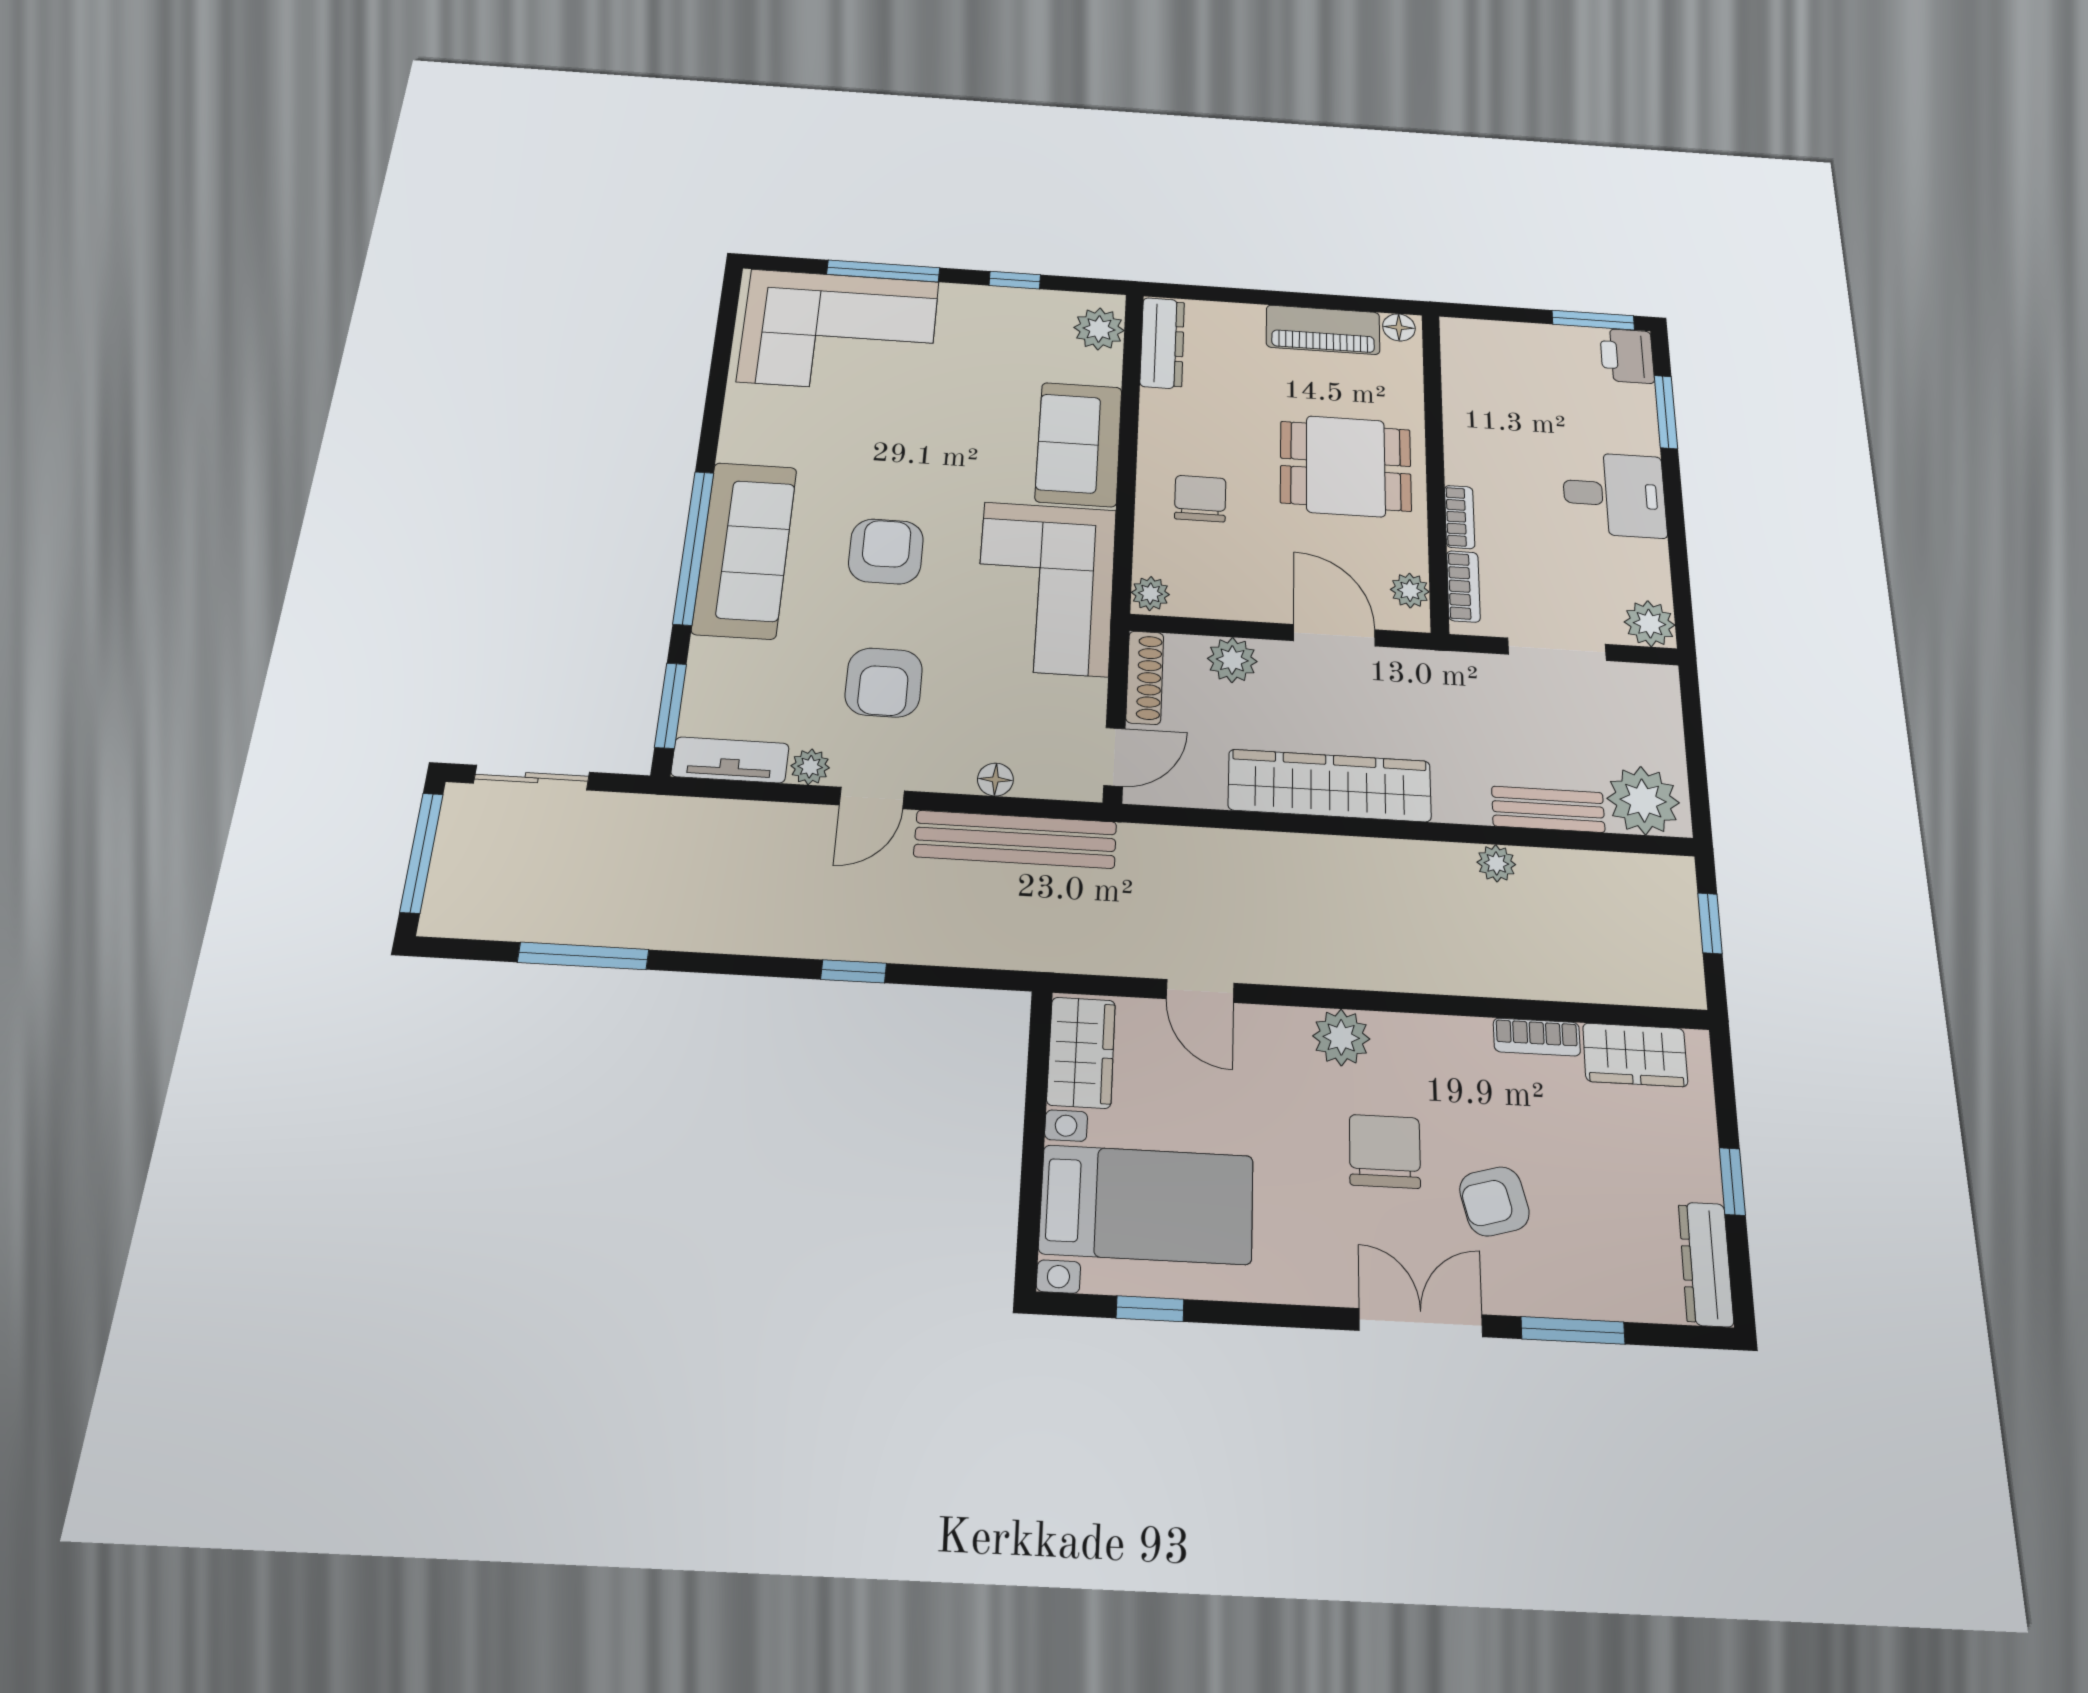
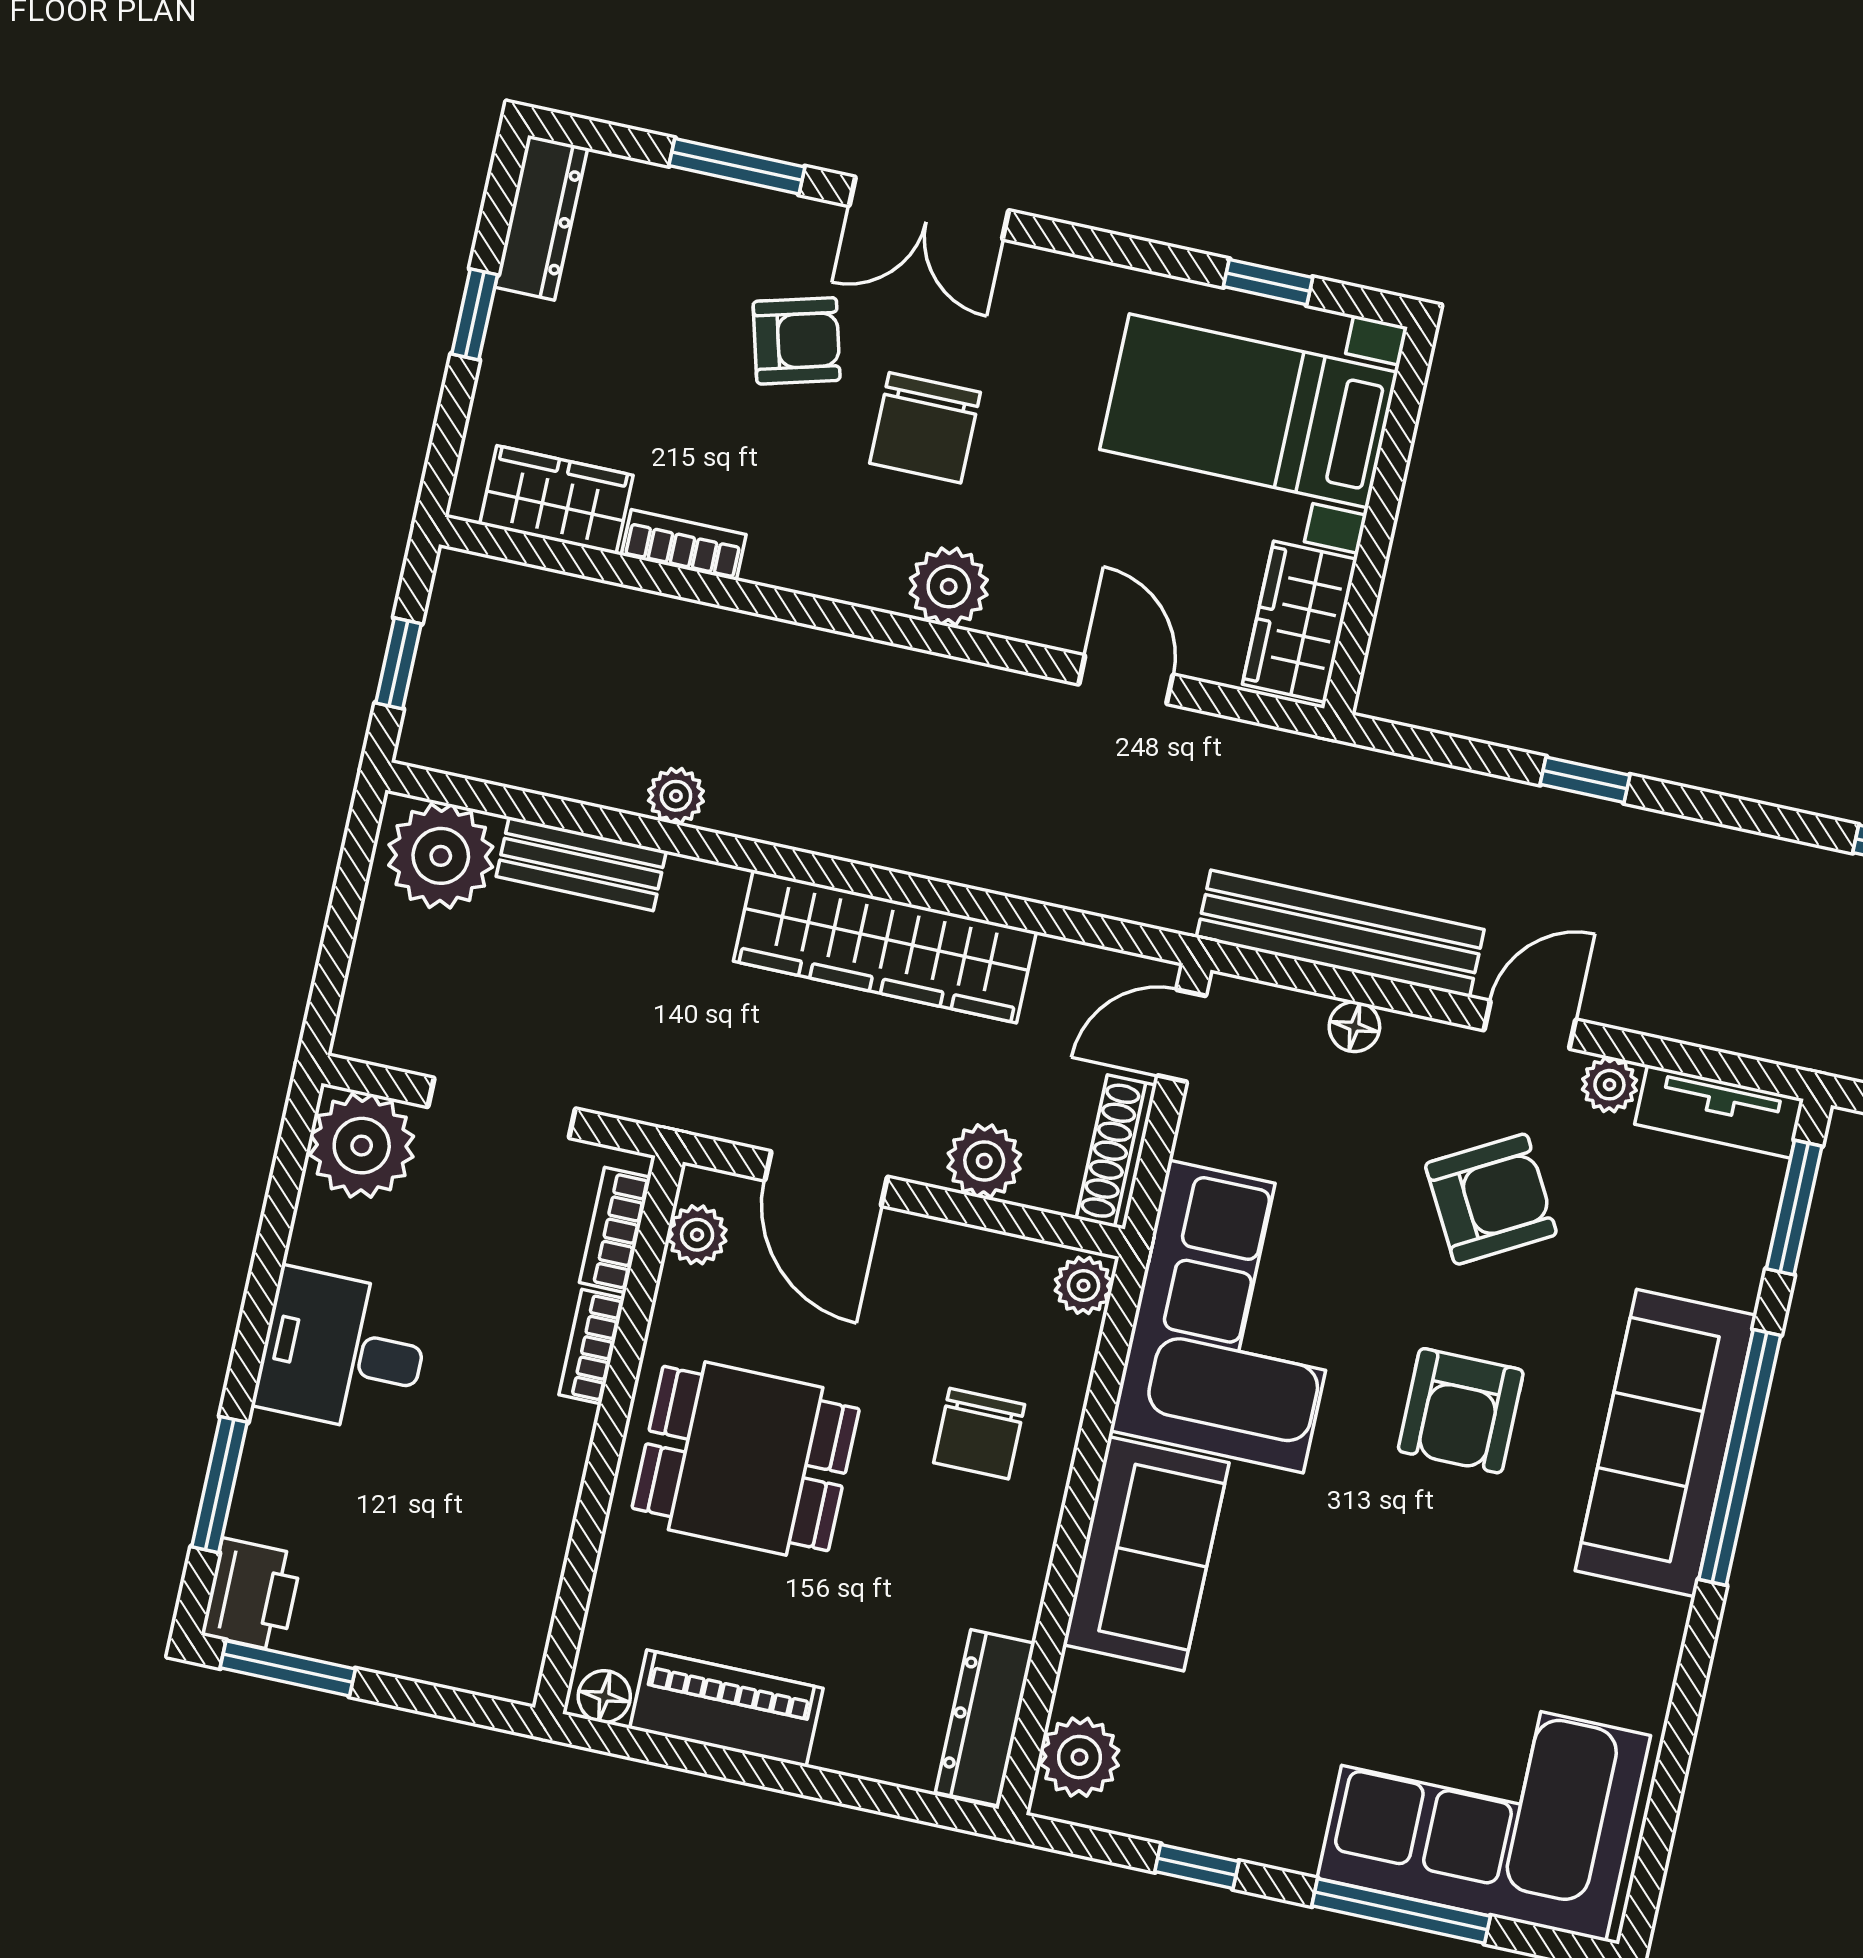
plant: (1650, 624) -> (362, 1146), width x1.36, depth x1.36
armchair: (884, 682) -> (1491, 1199), turned 61

